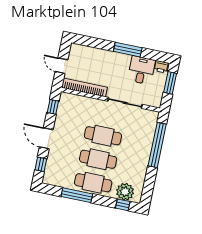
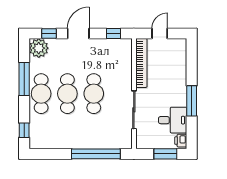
plant: (125, 192) -> (39, 48), moved

